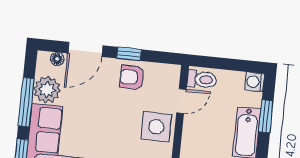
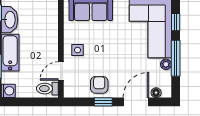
armchair: (132, 77) -> (99, 85), turned -90
plant: (47, 90) -> (166, 64), width x0.53, depth x0.53
side table: (156, 127) -> (77, 50), width x0.54, depth x0.54

